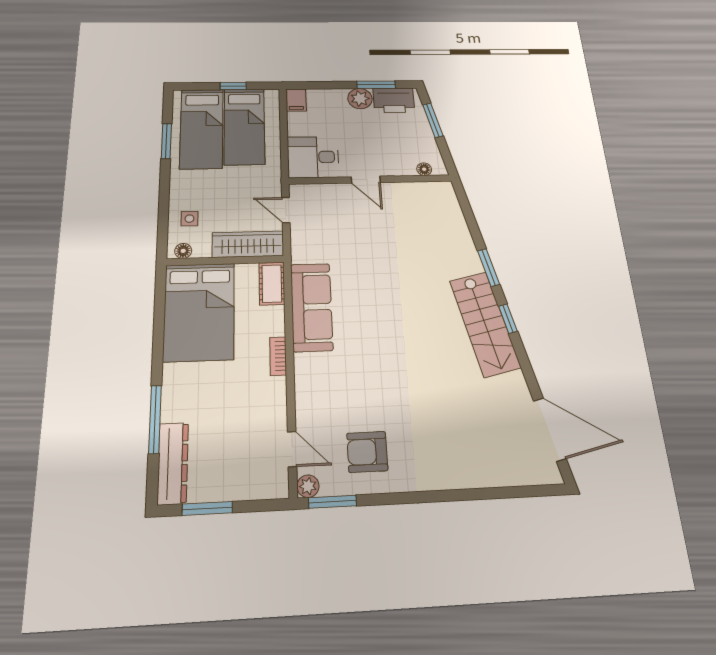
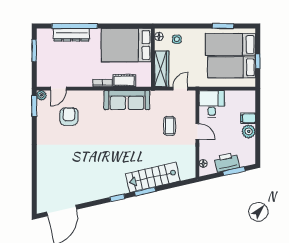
window: (376, 85) -> (258, 141), removed
filing cabinet: (296, 100) -> (248, 118), moved
printer: (394, 100) -> (227, 162), moved, turned 77
door: (366, 180) -> (197, 131), swing flipped
coffee table: (359, 228) -> (169, 126), added
cot: (272, 283) -> (124, 81), moved
stairs: (485, 324) -> (153, 177), moved
window: (155, 419) -> (75, 26), width x1.46
armchair: (367, 452) -> (69, 116), moved
dresser: (173, 463) -> (71, 35), moved

